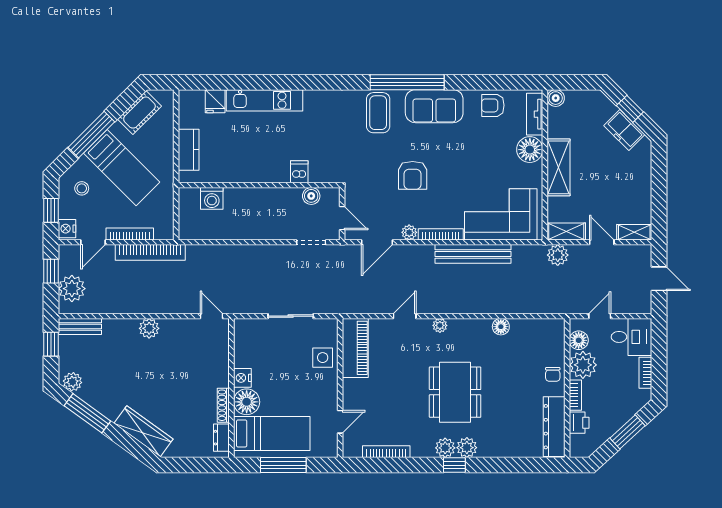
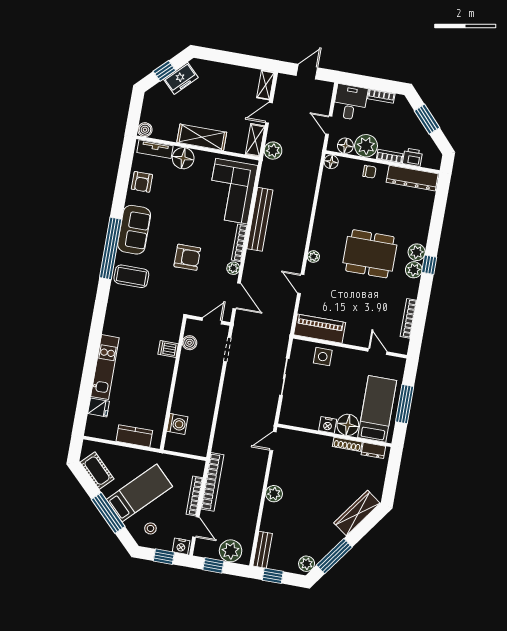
floor lamp: (501, 327) -> (331, 162), moved

